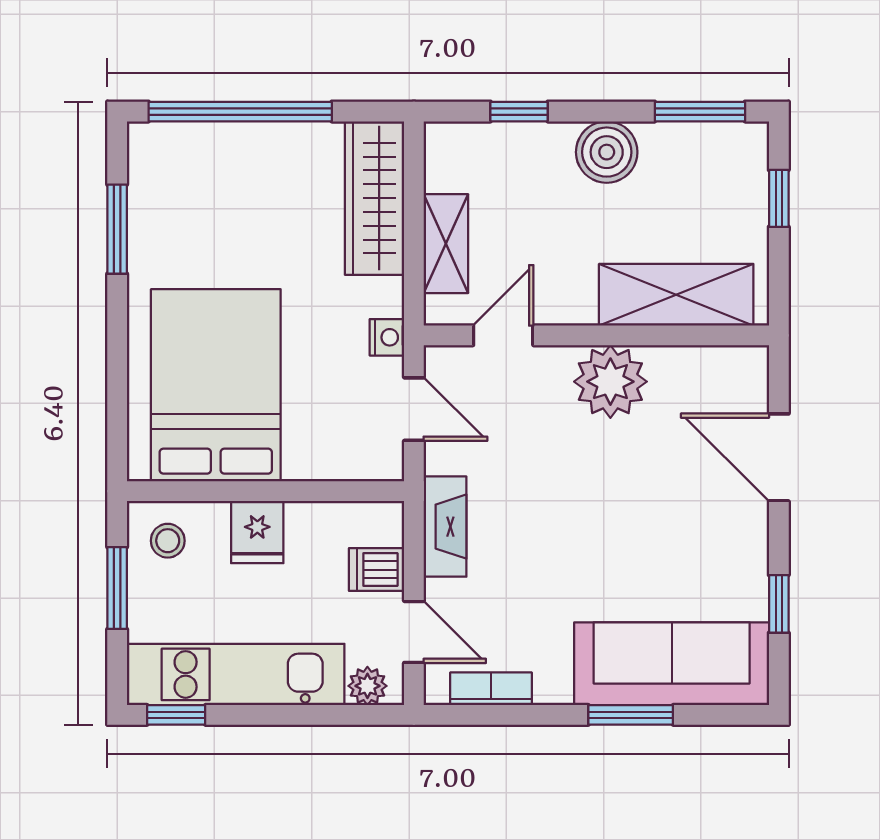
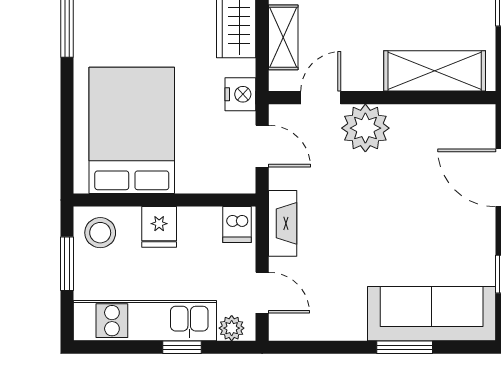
nightstand: (387, 337) -> (240, 94), width x1.39, depth x1.35
plant: (610, 382) -> (365, 128), moved
stool: (168, 541) -> (100, 233), width x1.37, depth x1.37
dishwasher: (377, 570) -> (237, 225), moved, turned -90
bookcase: (491, 689) -> (313, 330), removed
window: (176, 715) -> (182, 347), moved

